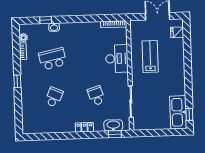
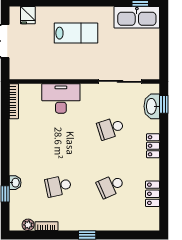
lab bench: (150, 56) -> (76, 33), moved, turned 180
school desk: (53, 59) -> (58, 186), width x0.54
school desk: (54, 97) -> (111, 186), turned -48
locker: (49, 128) -> (153, 194), added

